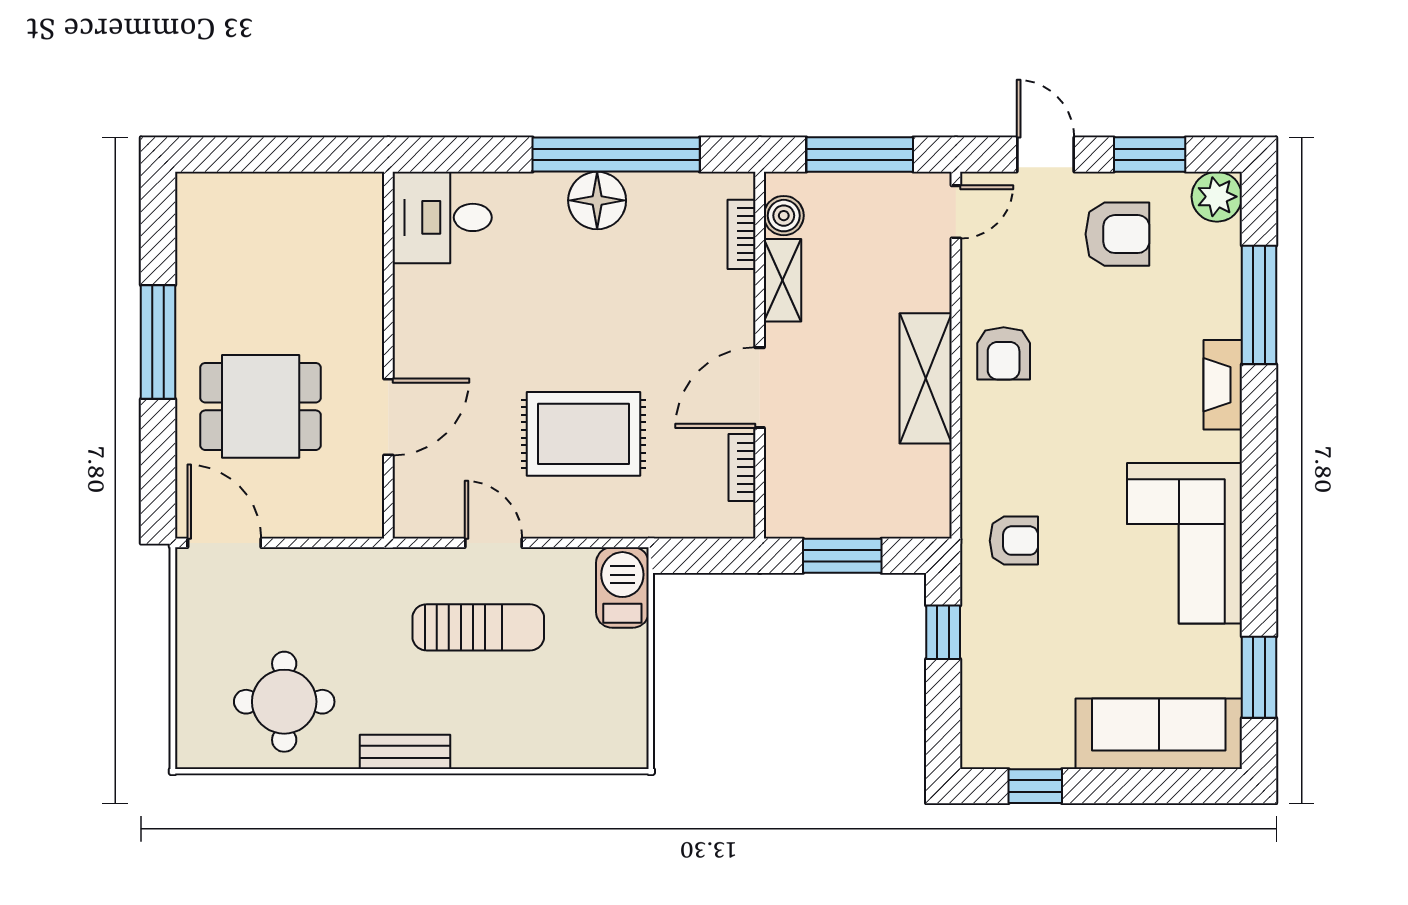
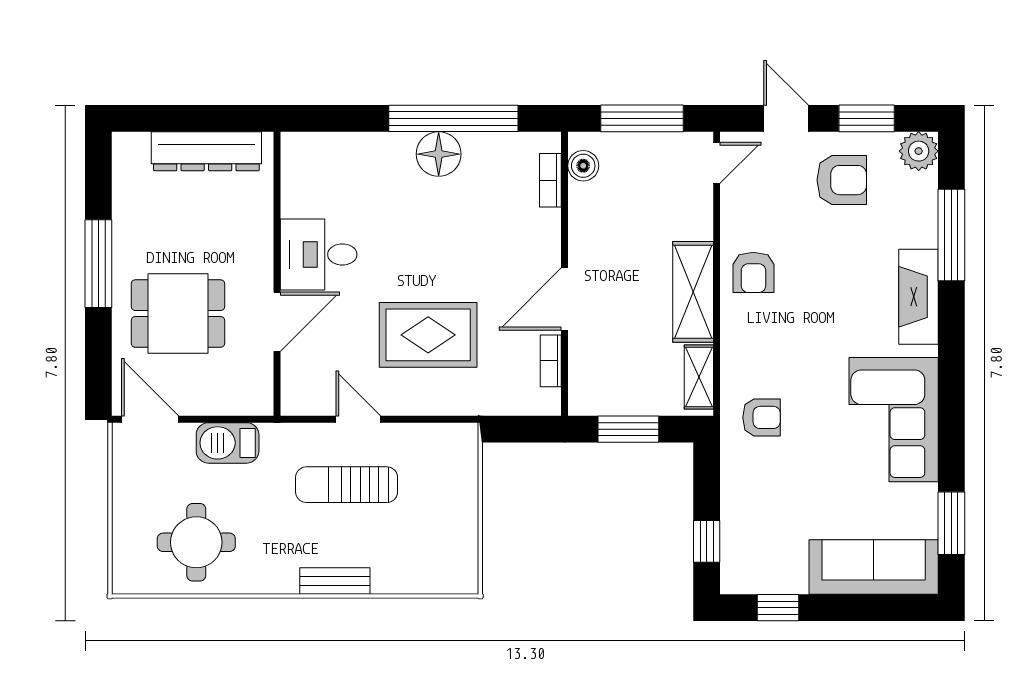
dresser: (297, 197) -> (206, 151), added
desk: (442, 217) -> (319, 254), moved
shelving: (783, 280) -> (699, 377), moved
fireplace: (1223, 385) -> (919, 297), width x1.37, depth x1.32
barbecue: (622, 587) -> (228, 443), moved, turned -90
sun lounger: (478, 627) -> (347, 485), turned 180
window: (943, 632) -> (707, 541), moved
bench: (405, 752) -> (335, 581), moved

